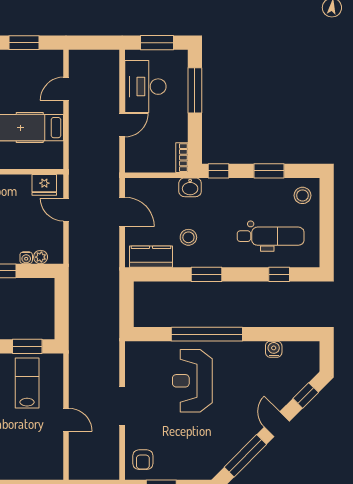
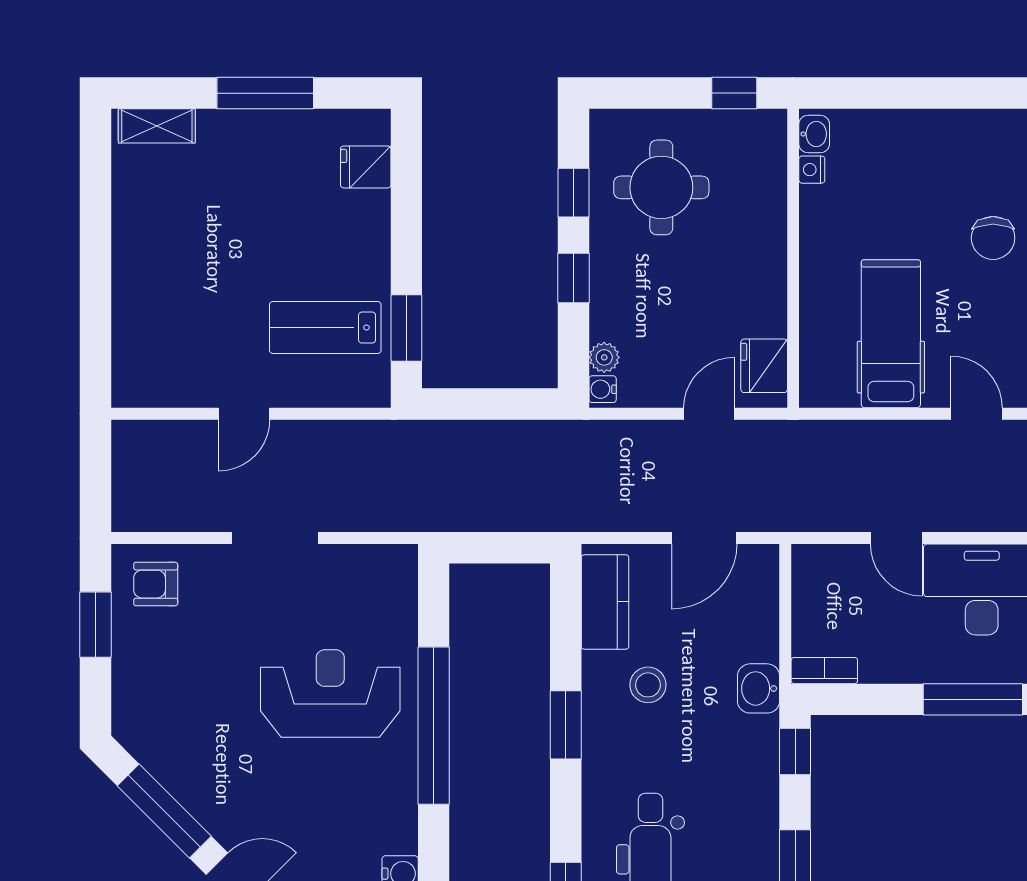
water cooler: (26, 258) -> (603, 389), moved
lab bench: (27, 383) -> (325, 328), turned 180

